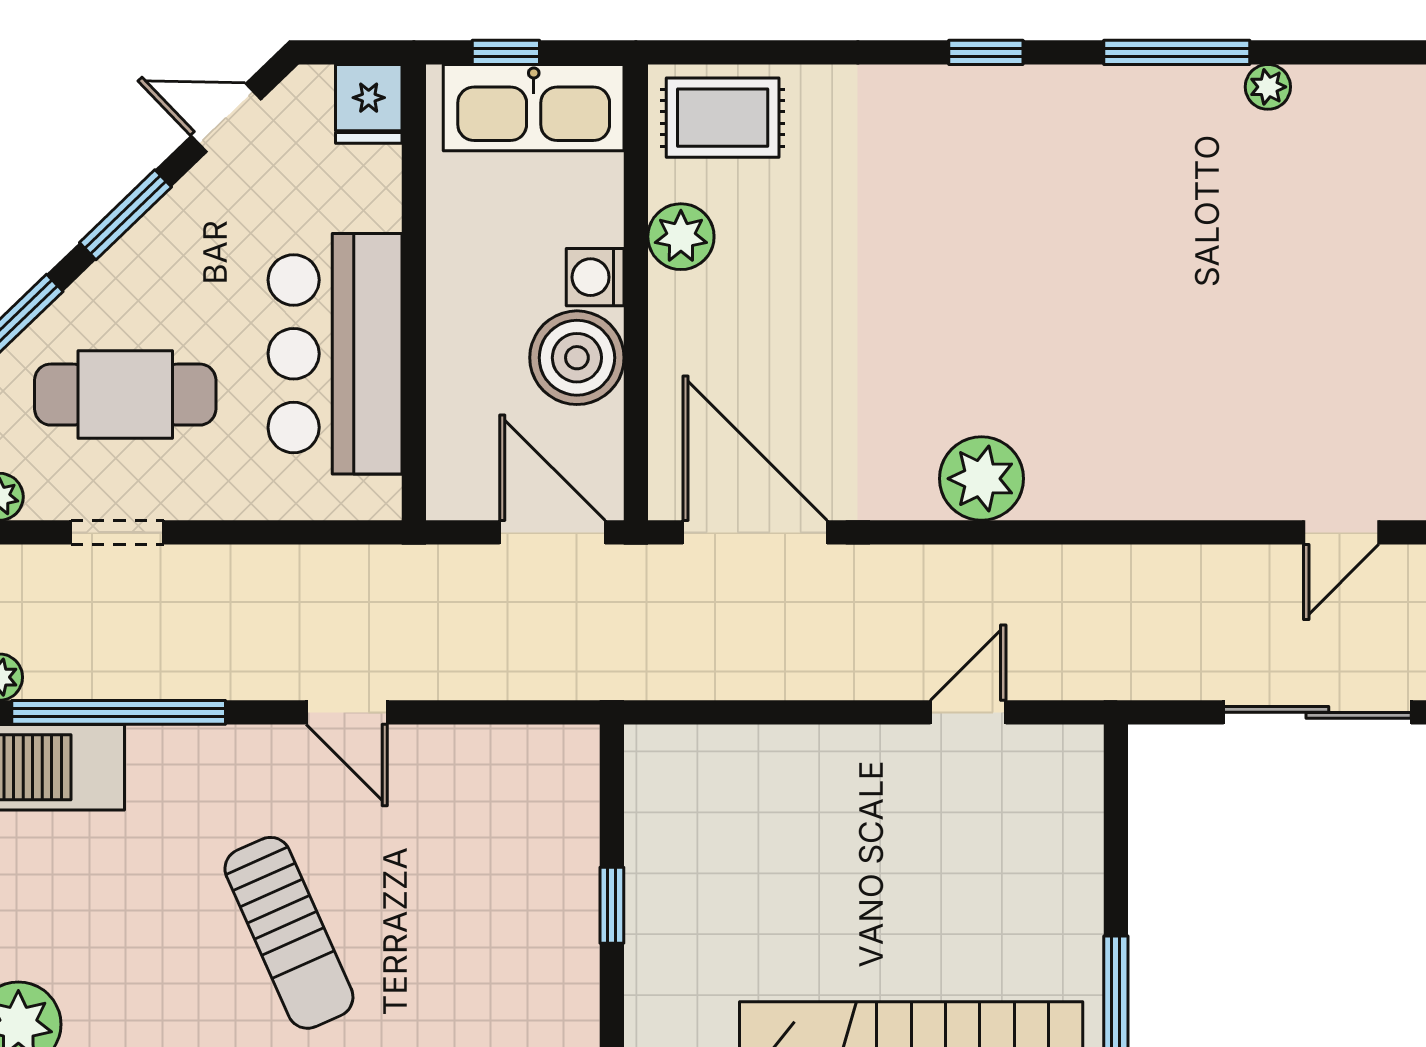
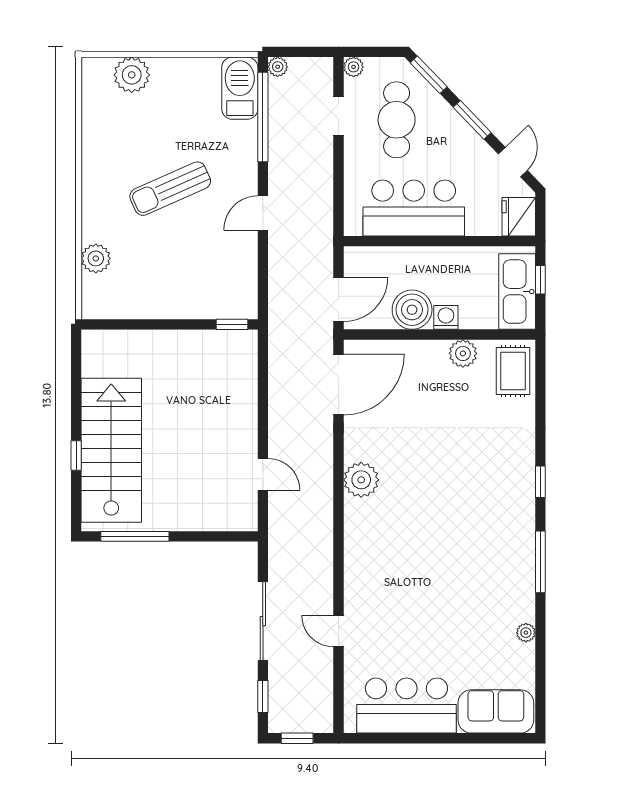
plant: (1268, 87) -> (526, 633), moved
fridge: (369, 104) -> (519, 217), width x1.38
window: (612, 905) -> (232, 324), moved

